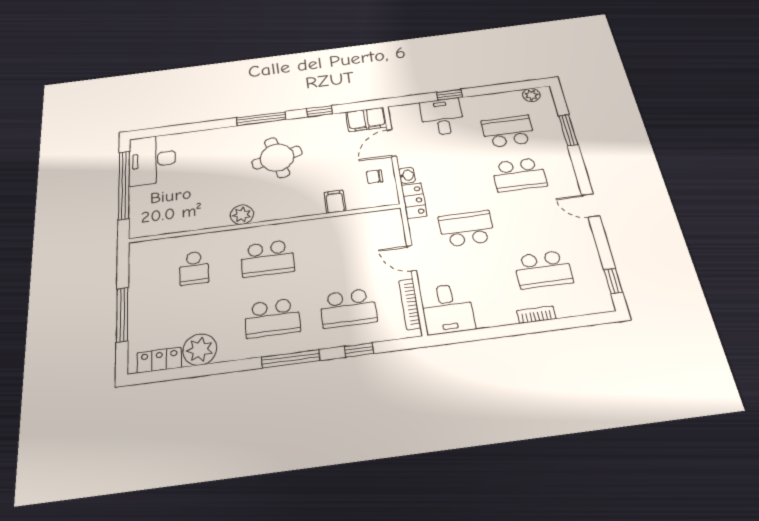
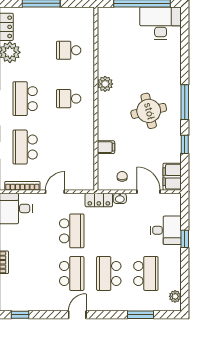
school desk: (267, 258) -> (69, 99), width x0.54
school desk: (543, 269) -> (72, 273), moved, turned 180

